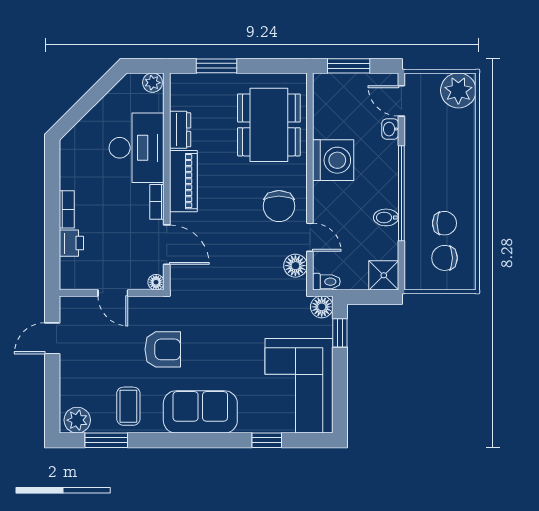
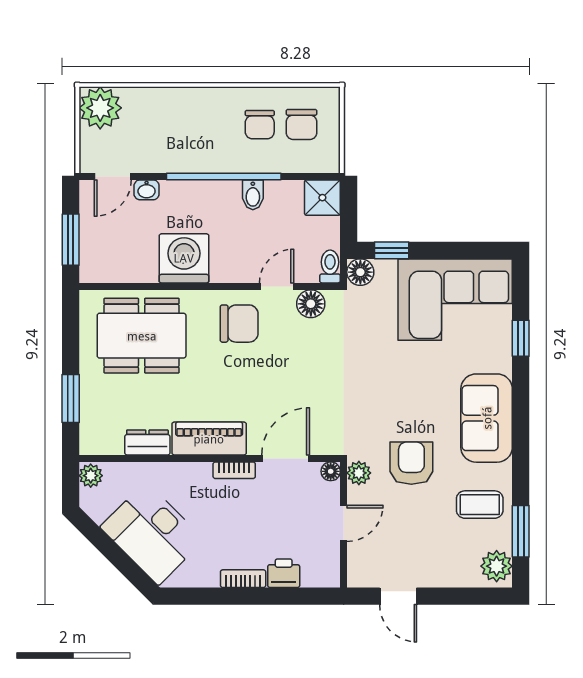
desk: (137, 148) -> (152, 533), moved, turned -135
chair: (444, 223) -> (260, 125), turned 180
plant: (155, 306) -> (359, 473), added

